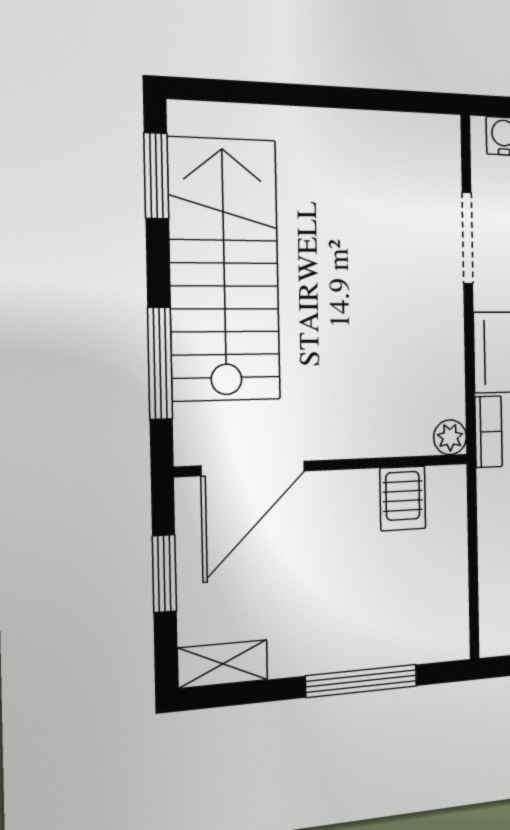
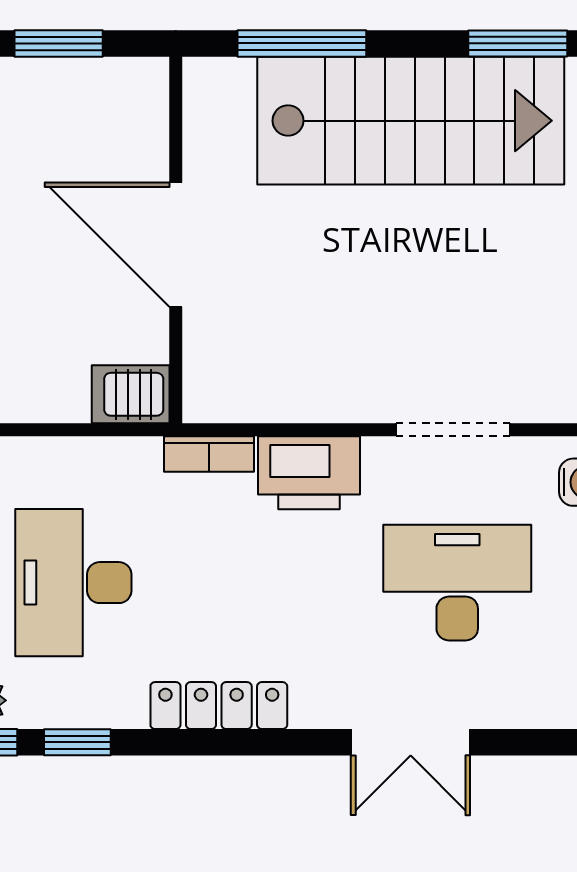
plant: (450, 437) -> (204, 402), removed
door: (253, 468) -> (176, 245), moved
server rack: (403, 498) -> (131, 394), moved

